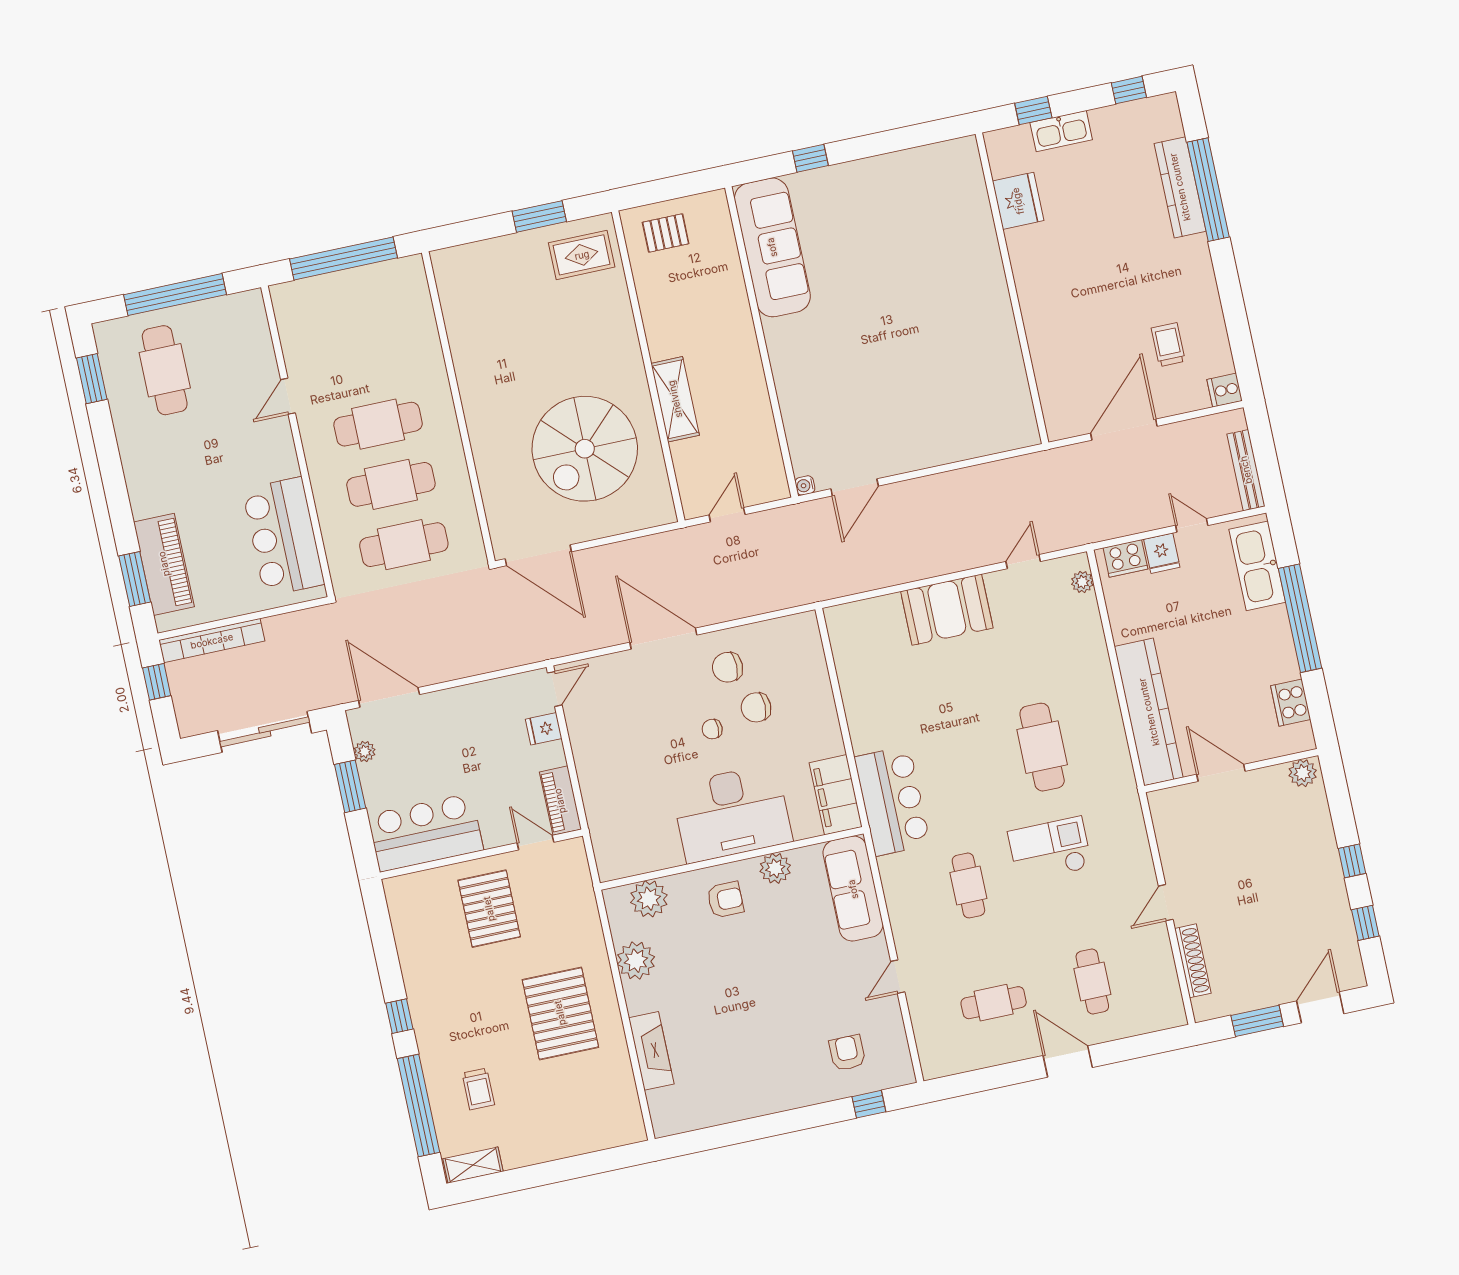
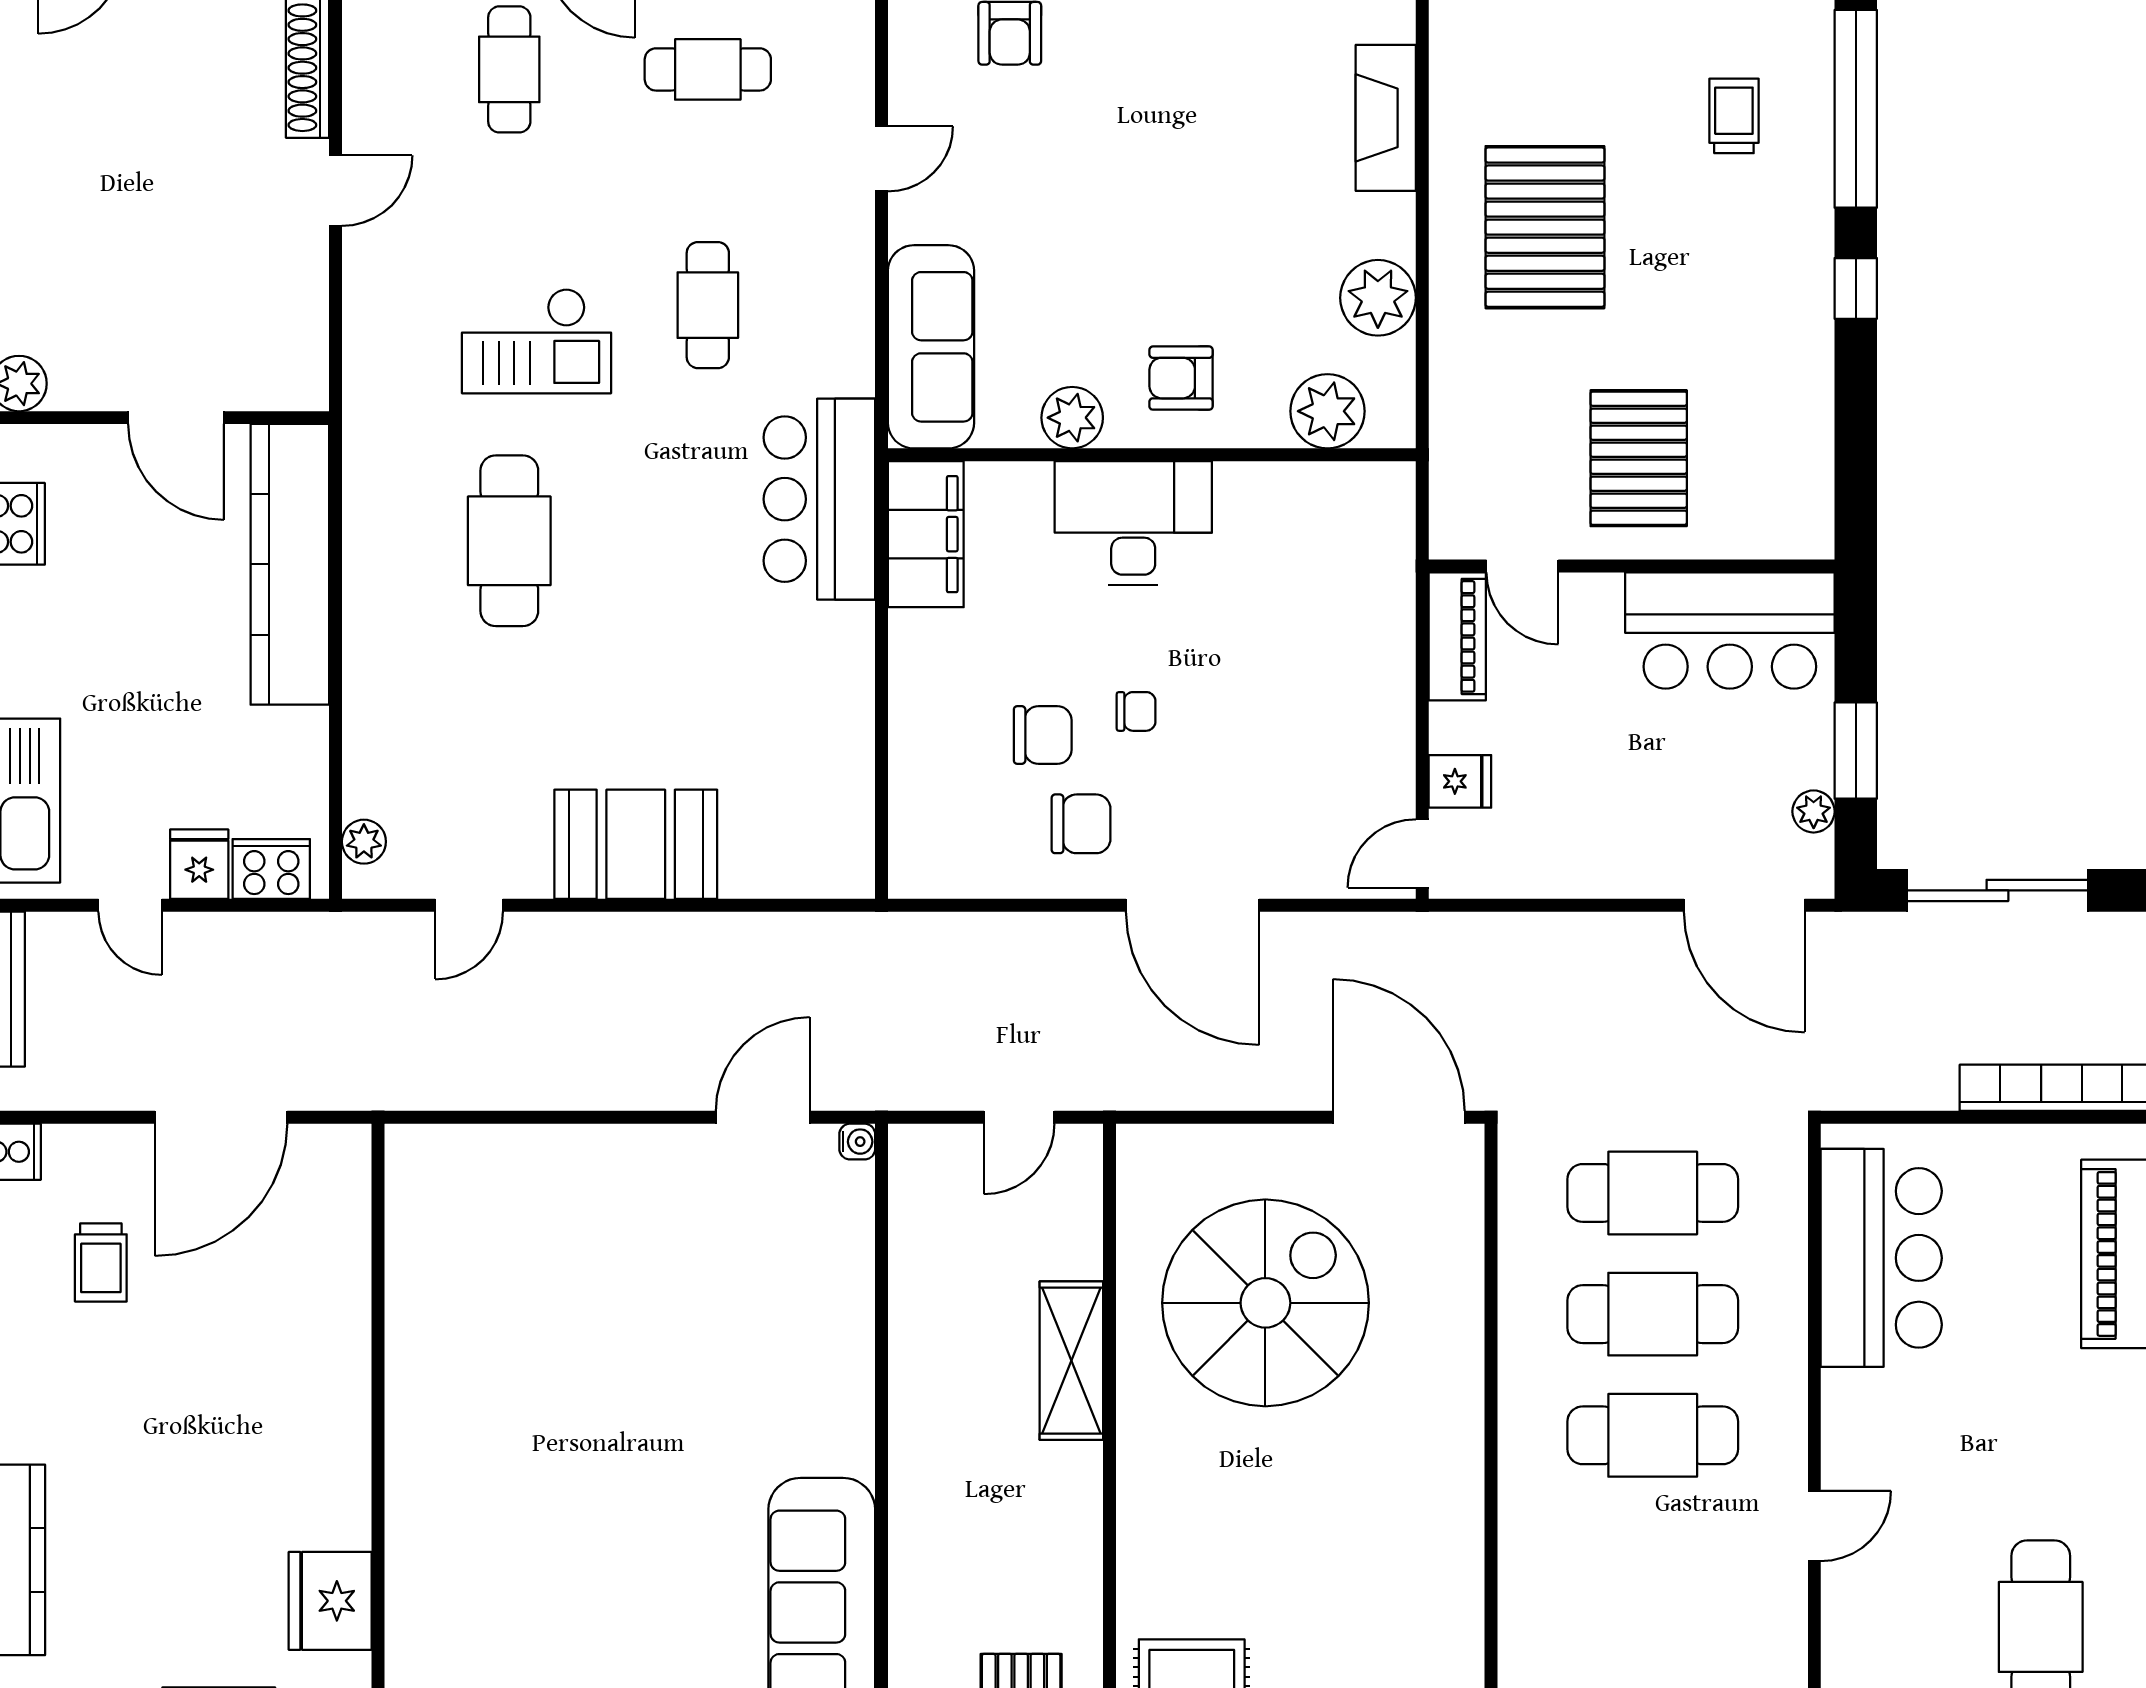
desk: (732, 813) -> (1133, 523), width x0.73, depth x0.77

